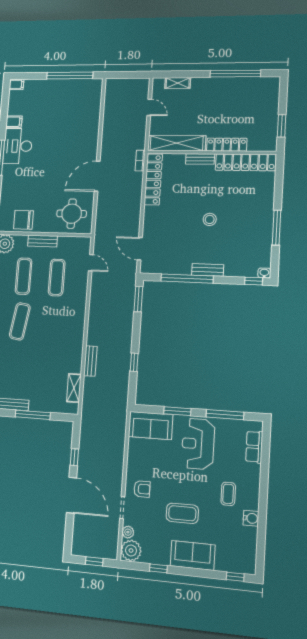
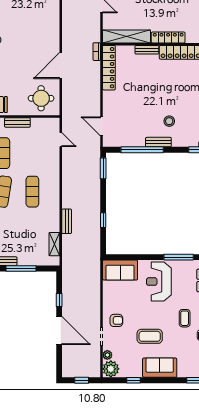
stool: (210, 219) -> (169, 121), moved
exercise mat: (57, 277) -> (32, 192), moved
window: (177, 411) -> (141, 257), removed

